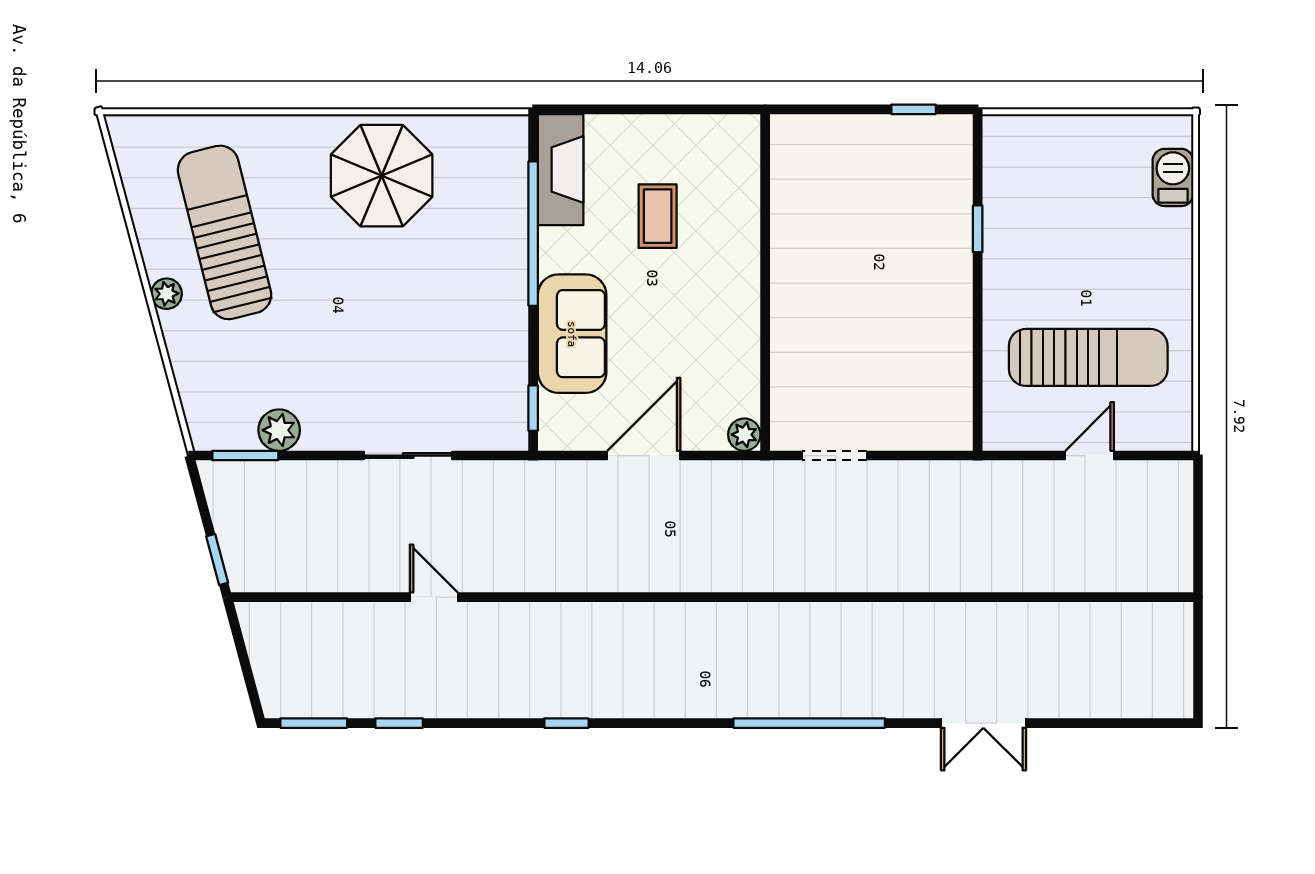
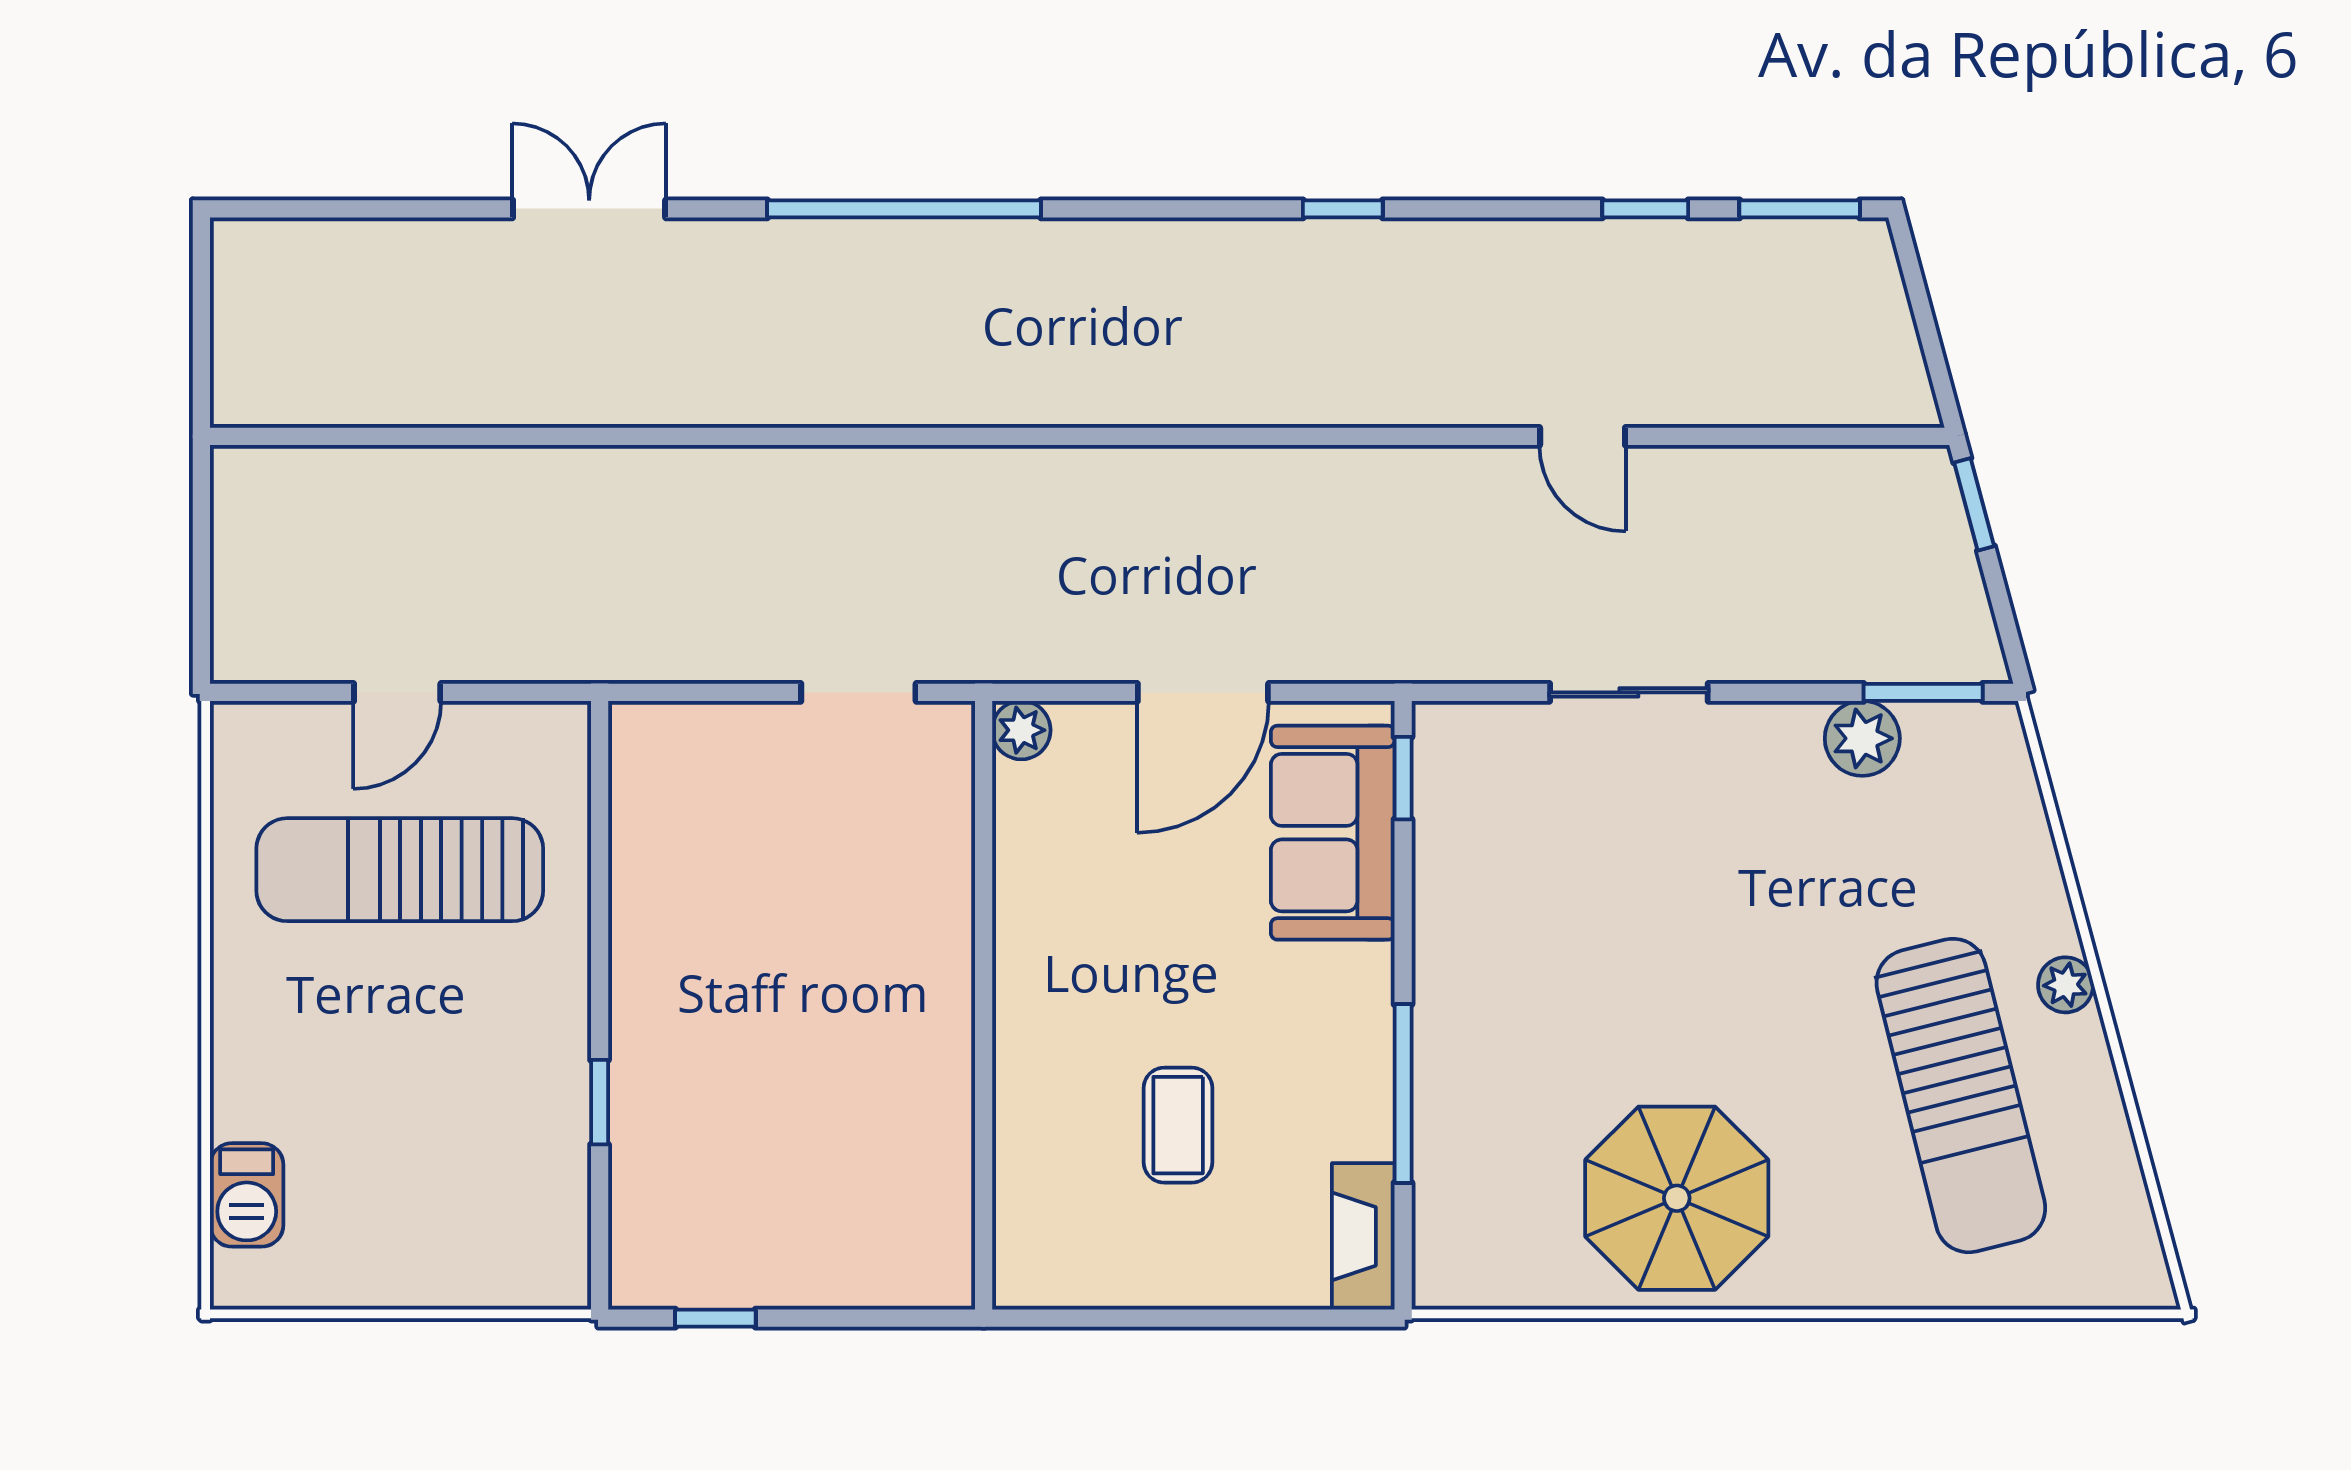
fireplace: (561, 170) -> (1363, 1236), width x0.73, depth x0.76
window: (533, 234) -> (1403, 1093), width x0.68
sofa: (572, 334) -> (1333, 833), moved

